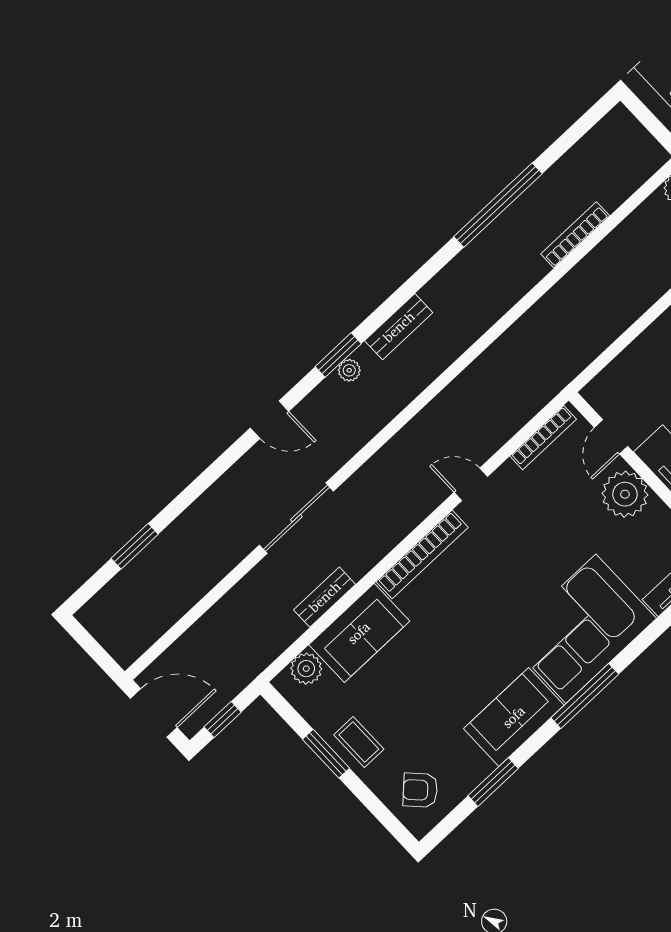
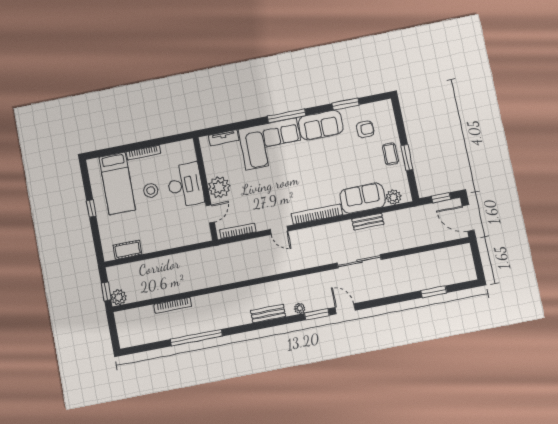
window: (338, 355) -> (317, 314), moved
armchair: (420, 790) -> (365, 129), moved, turned -46

